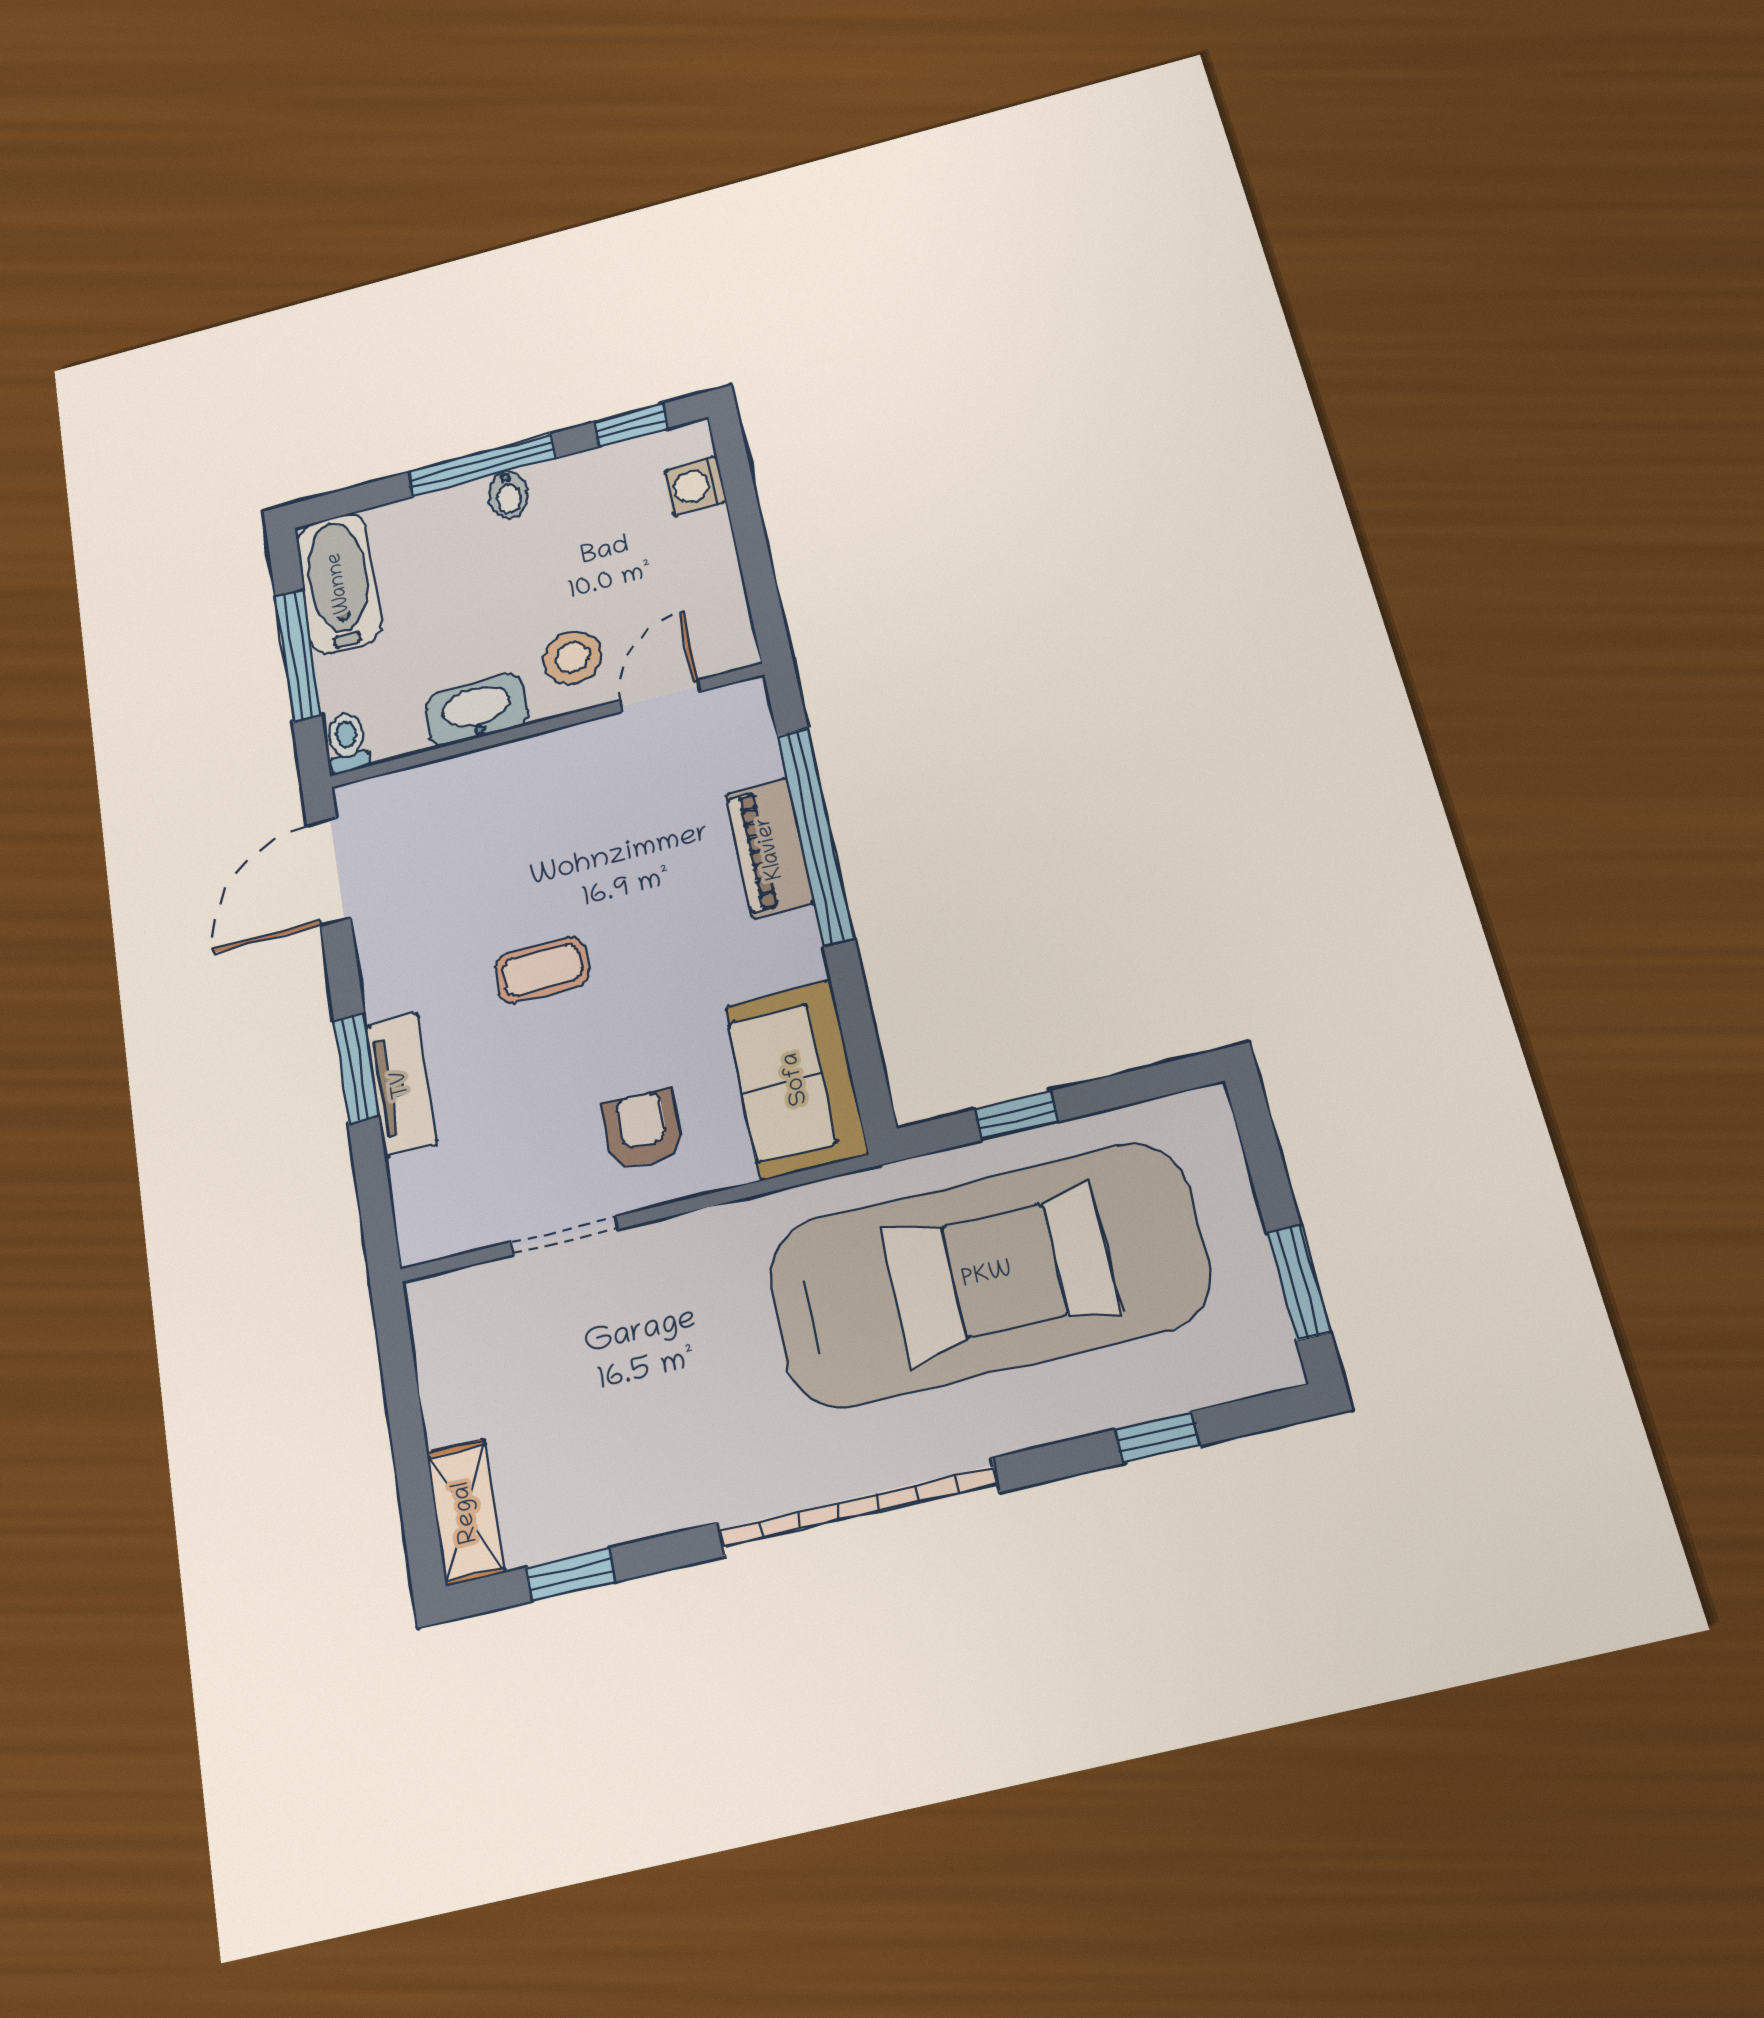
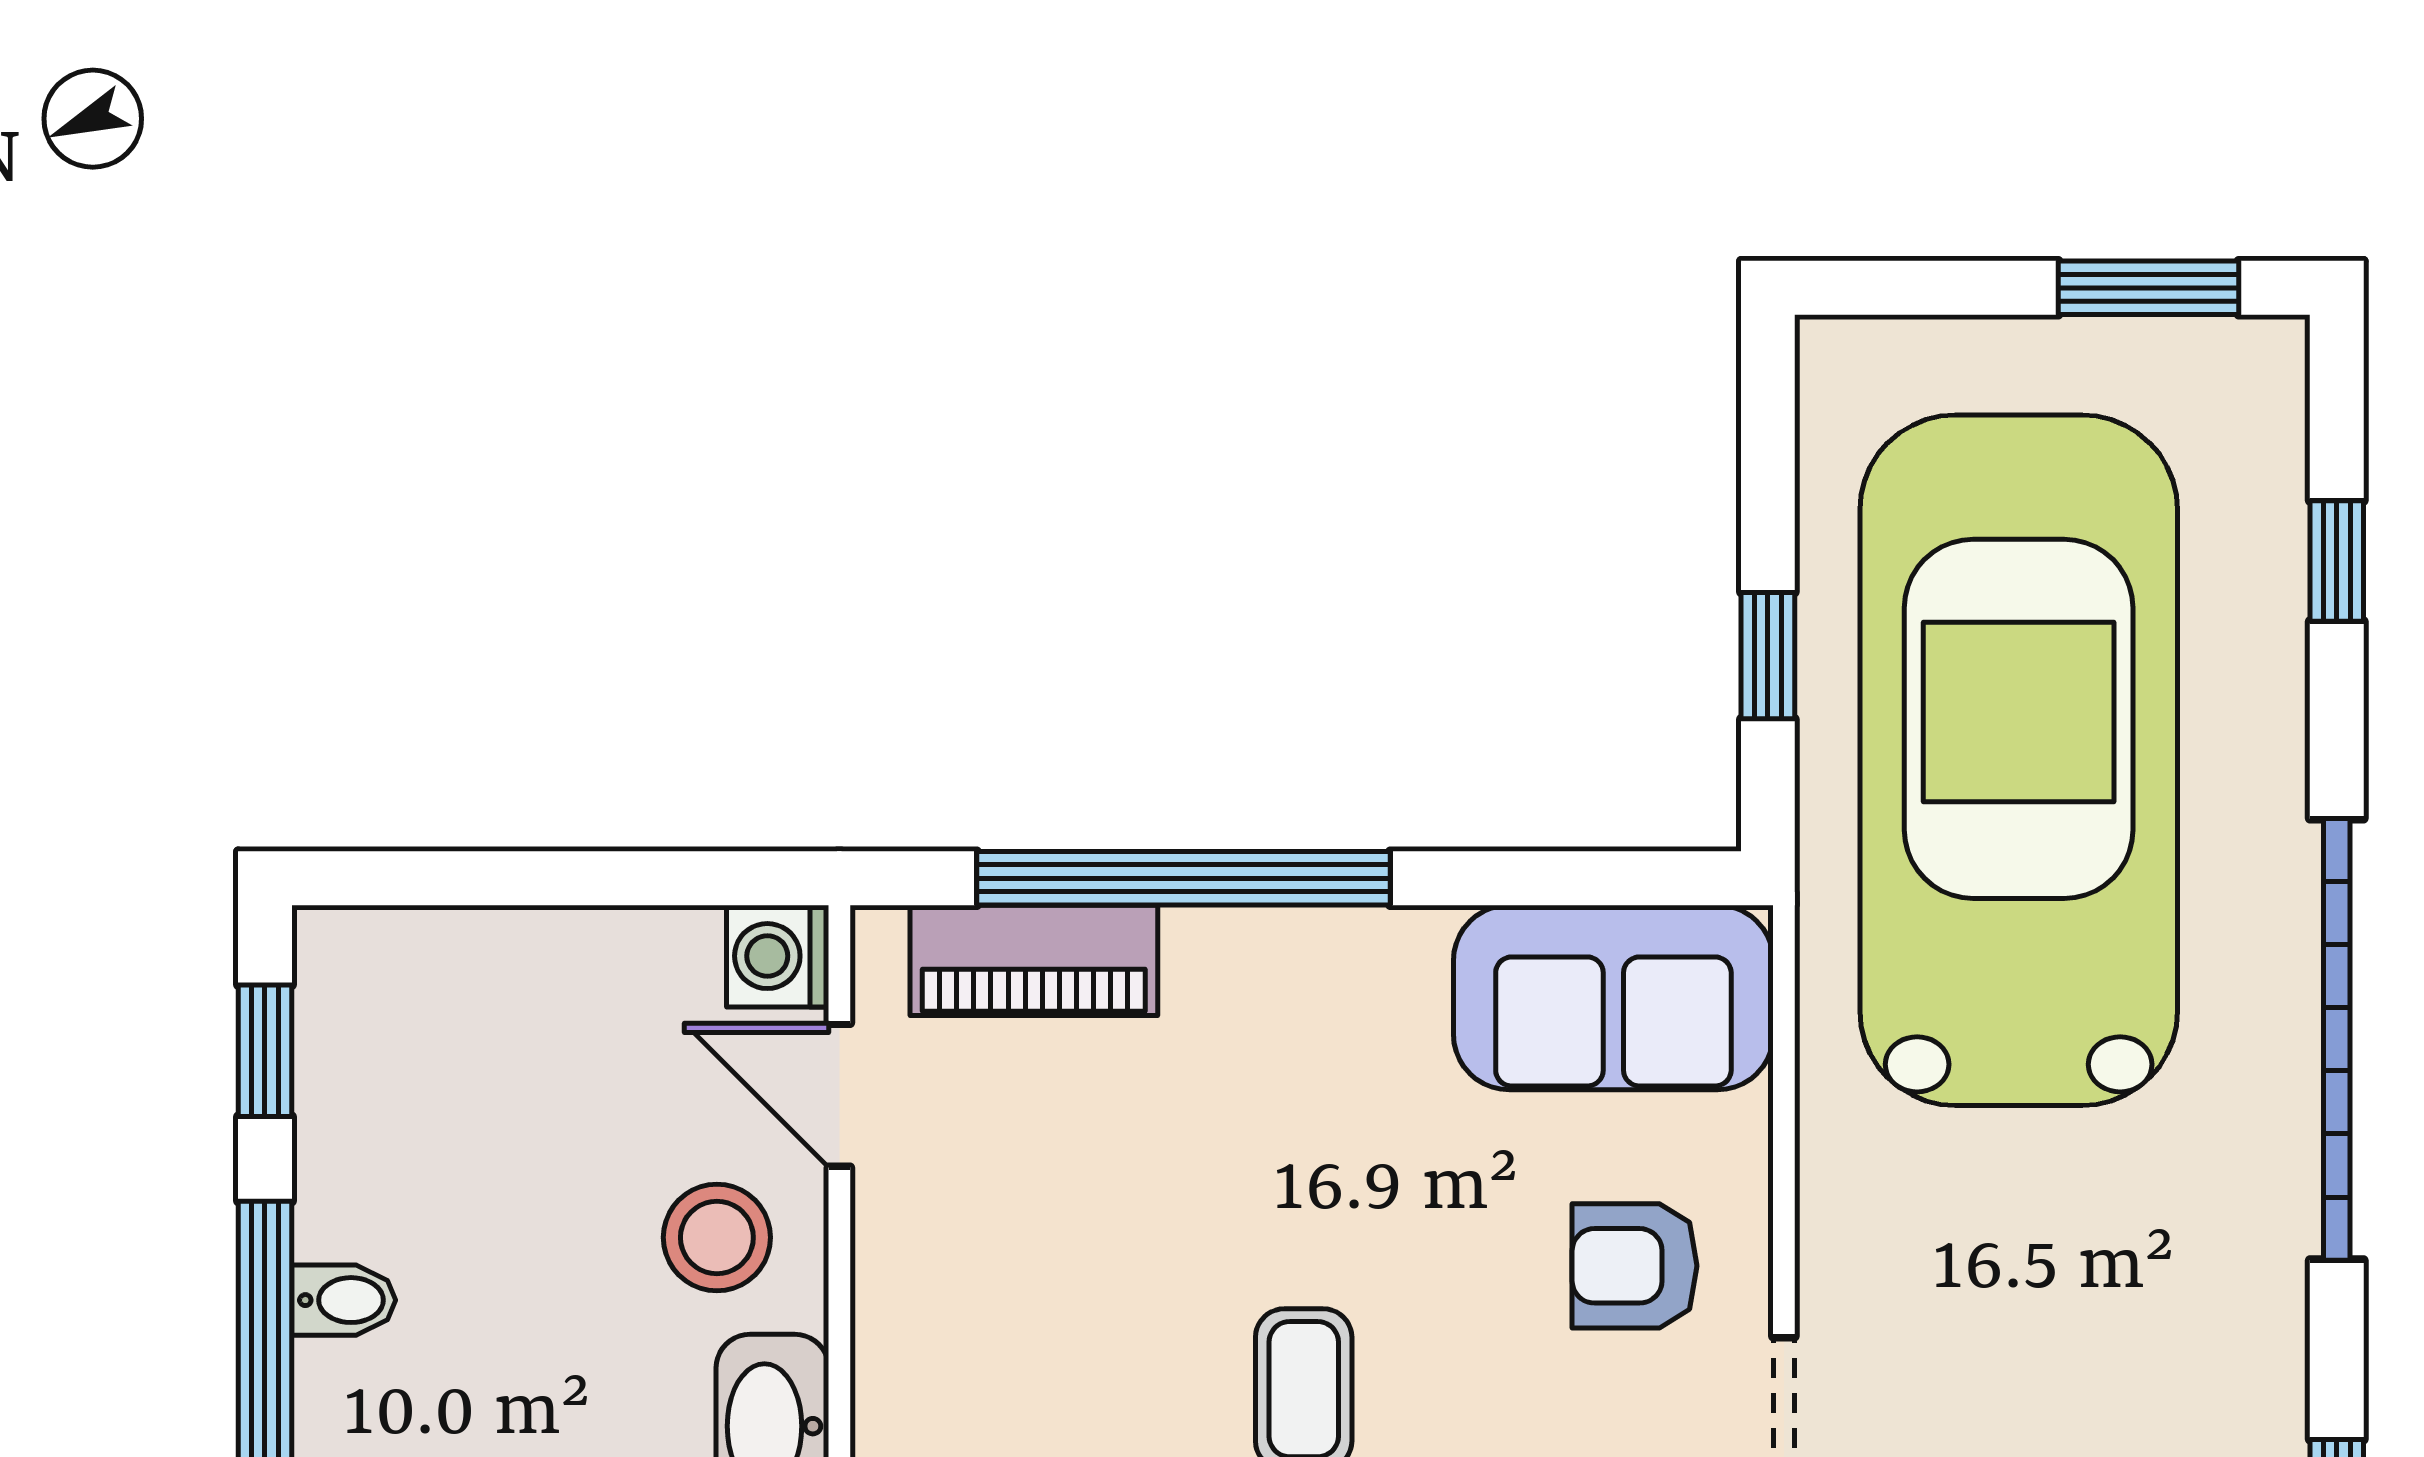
washing machine: (695, 486) -> (778, 956), moved, turned 90
piano: (770, 848) -> (1034, 960), moved

